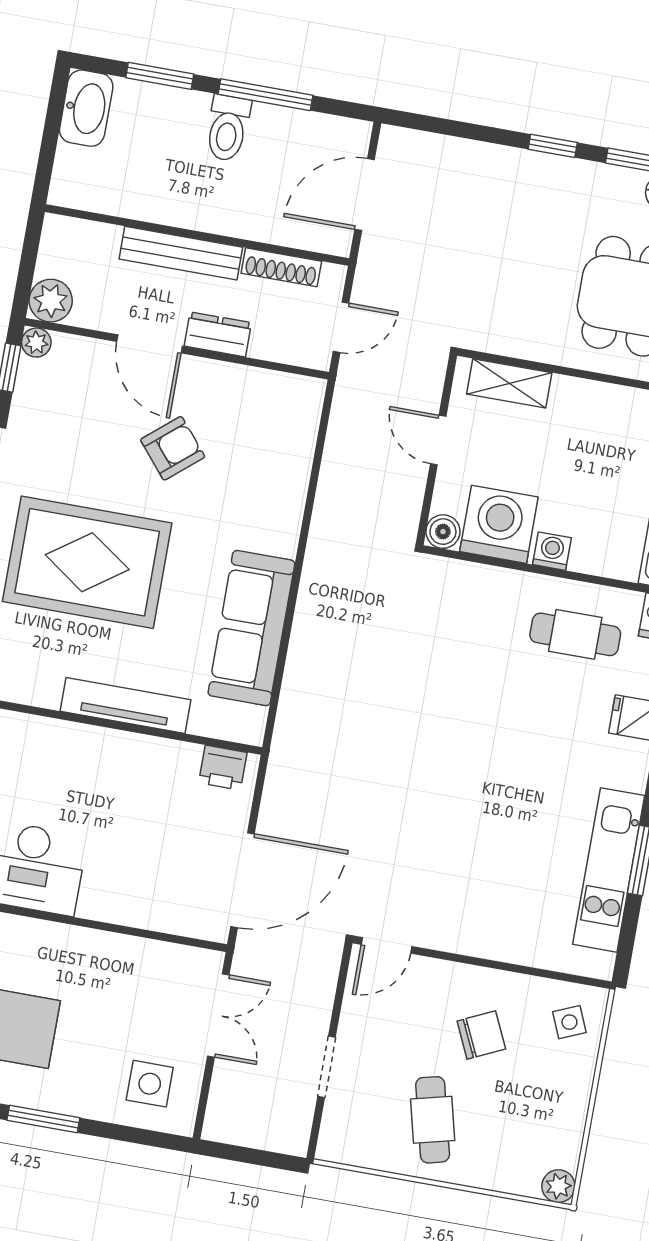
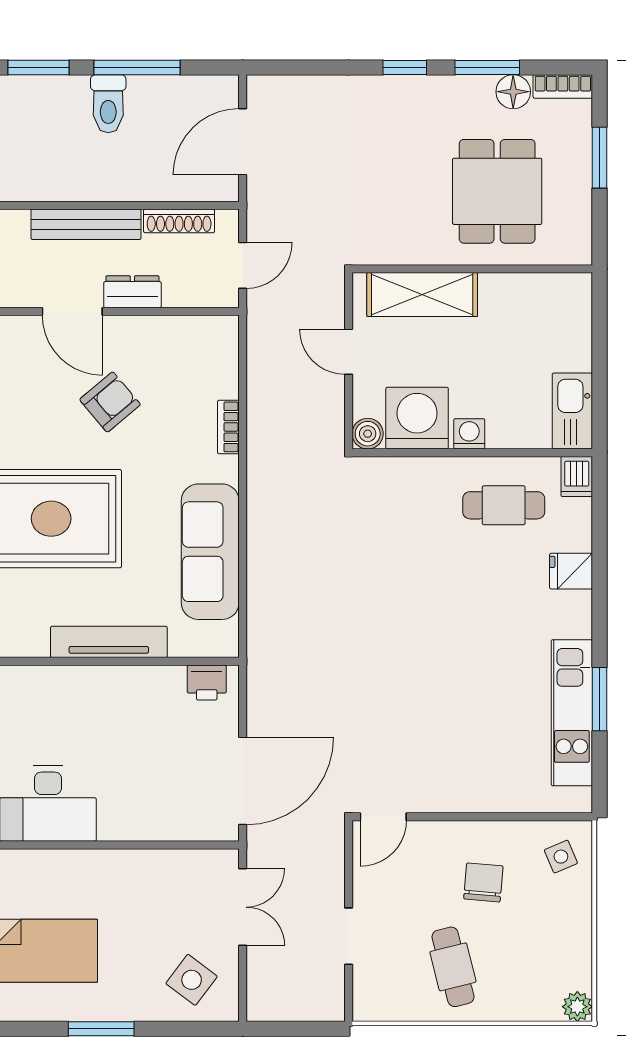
shelving: (509, 383) -> (422, 295), width x1.50, depth x1.33
bookcase: (295, 498) -> (228, 427), added
chair: (481, 1035) -> (483, 882), turned -60
side table: (150, 1084) -> (192, 980), turned 37

